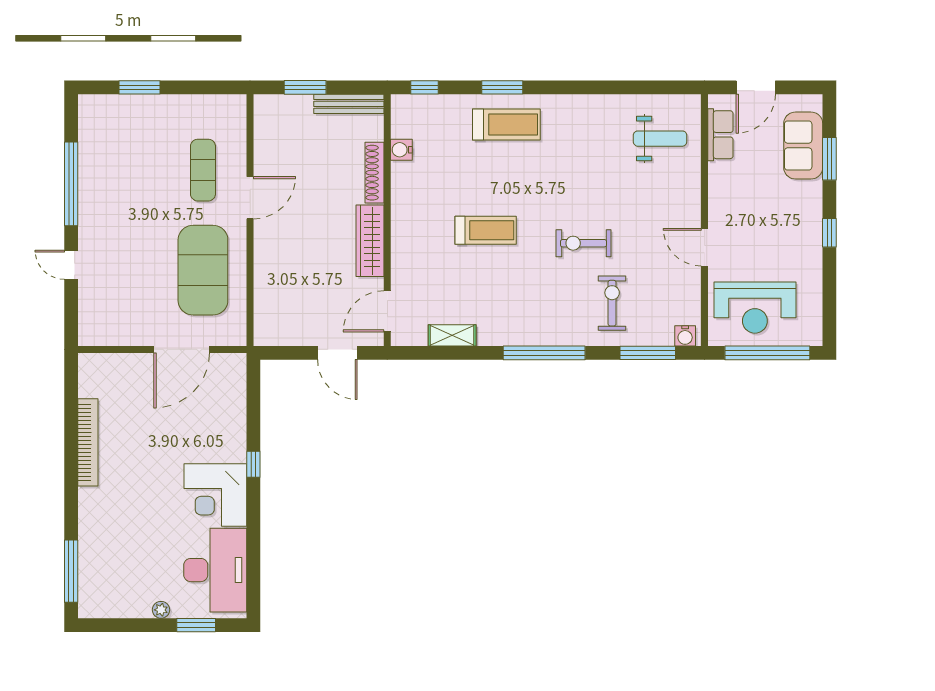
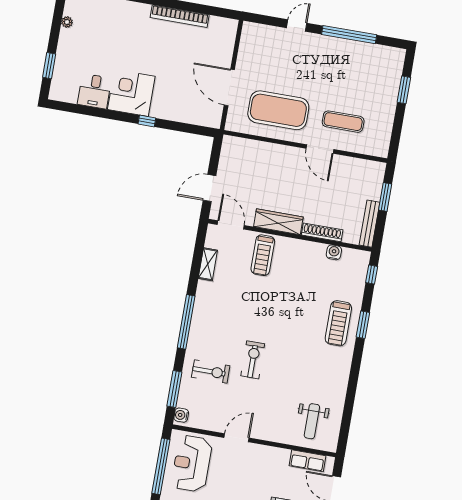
treadmill: (486, 230) -> (263, 255), moved
desk: (215, 570) -> (94, 91), width x0.53, depth x0.77
plant: (161, 610) -> (67, 22), moved

